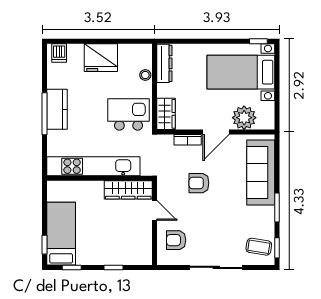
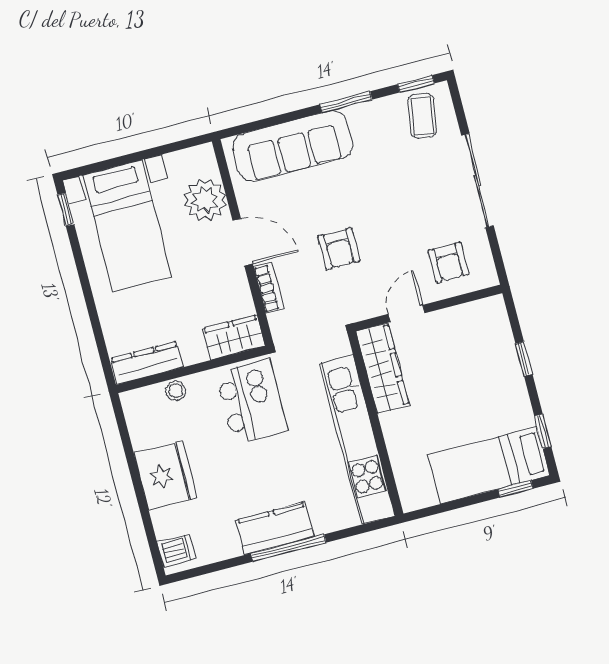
kitchen island: (129, 114) -> (252, 402), turned 180

